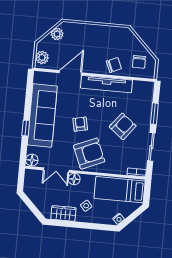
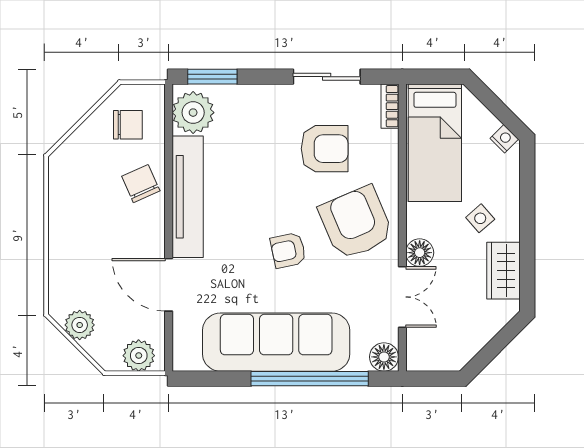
plant: (142, 90) -> (193, 113), added
window: (154, 114) -> (212, 77), moved
armchair: (123, 126) -> (325, 149), moved, turned 142
window: (26, 128) -> (310, 379), width x3.17

